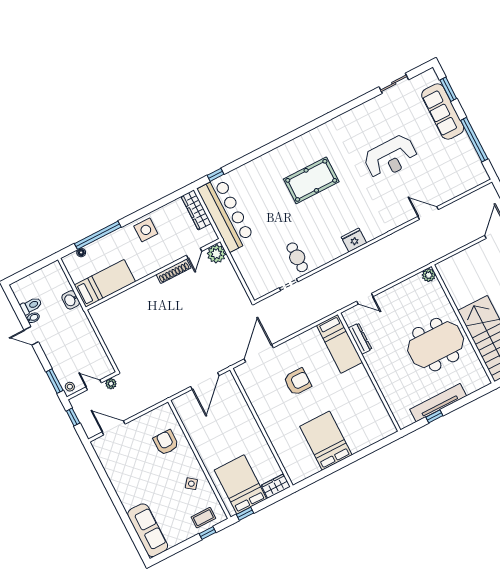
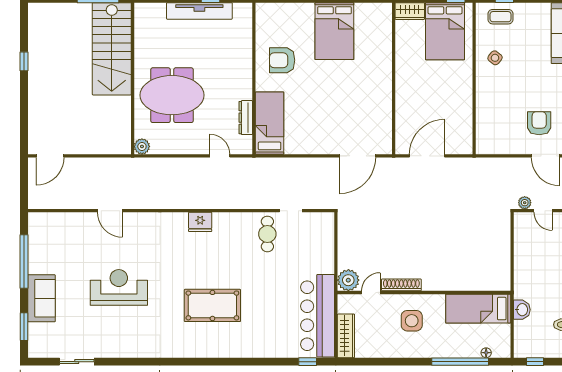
sofa: (443, 112) -> (41, 298), width x0.73
side table: (146, 230) -> (412, 321), moved
window: (40, 265) -> (535, 362), added
meeting table: (436, 345) -> (172, 95), moved
armchair: (298, 382) -> (282, 60), moved
armchair: (166, 443) -> (539, 123), moved, turned 180

